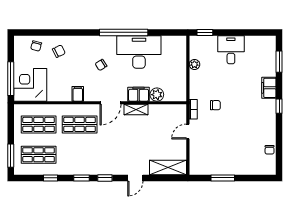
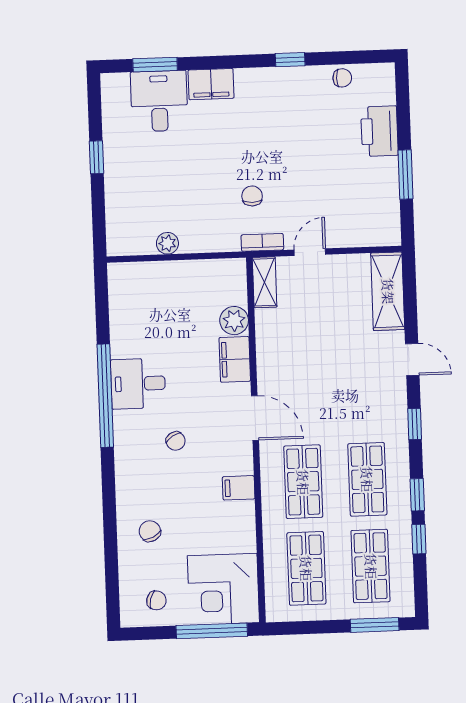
window: (205, 32) -> (96, 157), moved
chair: (36, 46) -> (156, 600), moved
desk: (231, 50) -> (159, 101), moved, turned 90
desk: (139, 52) -> (138, 384), width x0.53, depth x0.77
window: (279, 106) -> (290, 60), moved
shelving: (136, 110) -> (265, 282), moved
door: (188, 132) -> (310, 252), swing flipped
shop shelf: (80, 155) -> (367, 479), added
printer: (244, 166) -> (379, 131), added
window: (82, 178) -> (417, 495), moved

